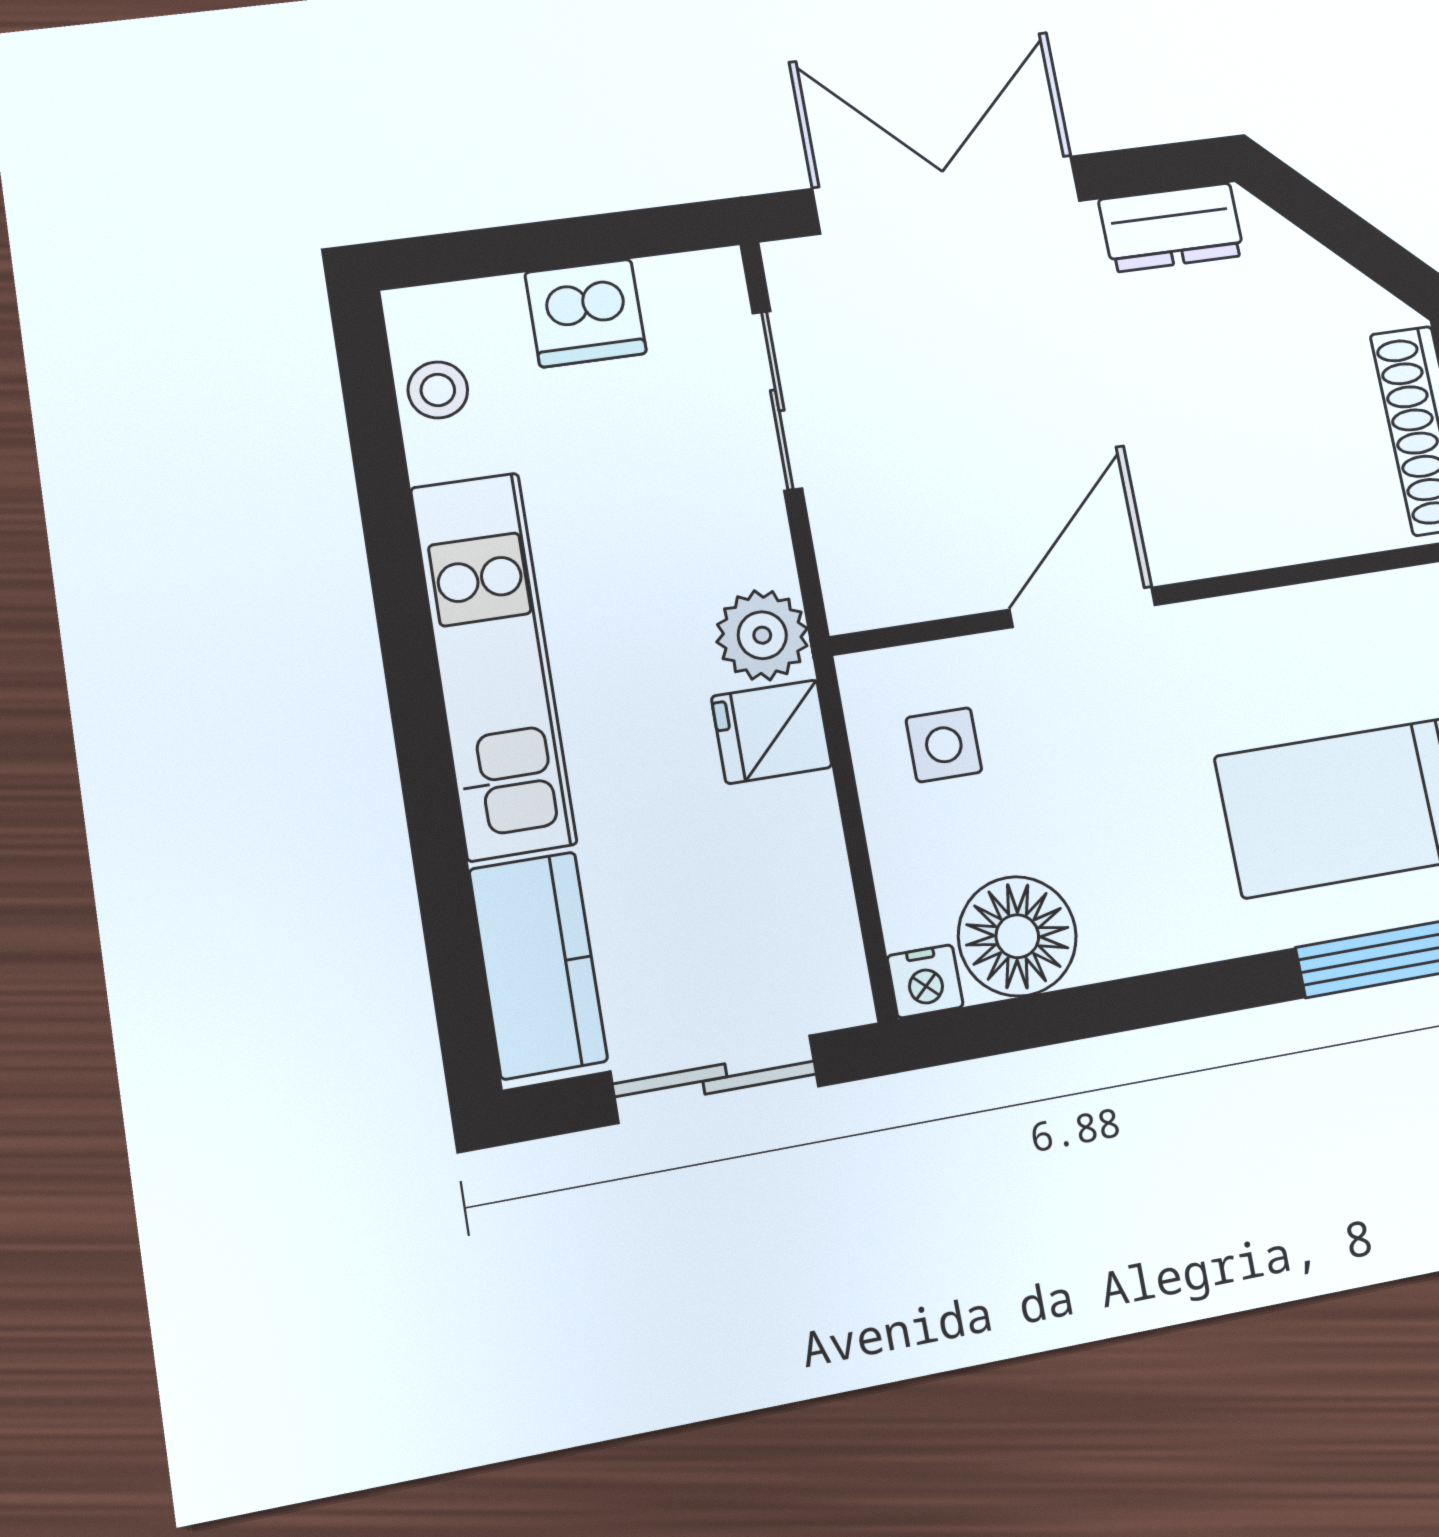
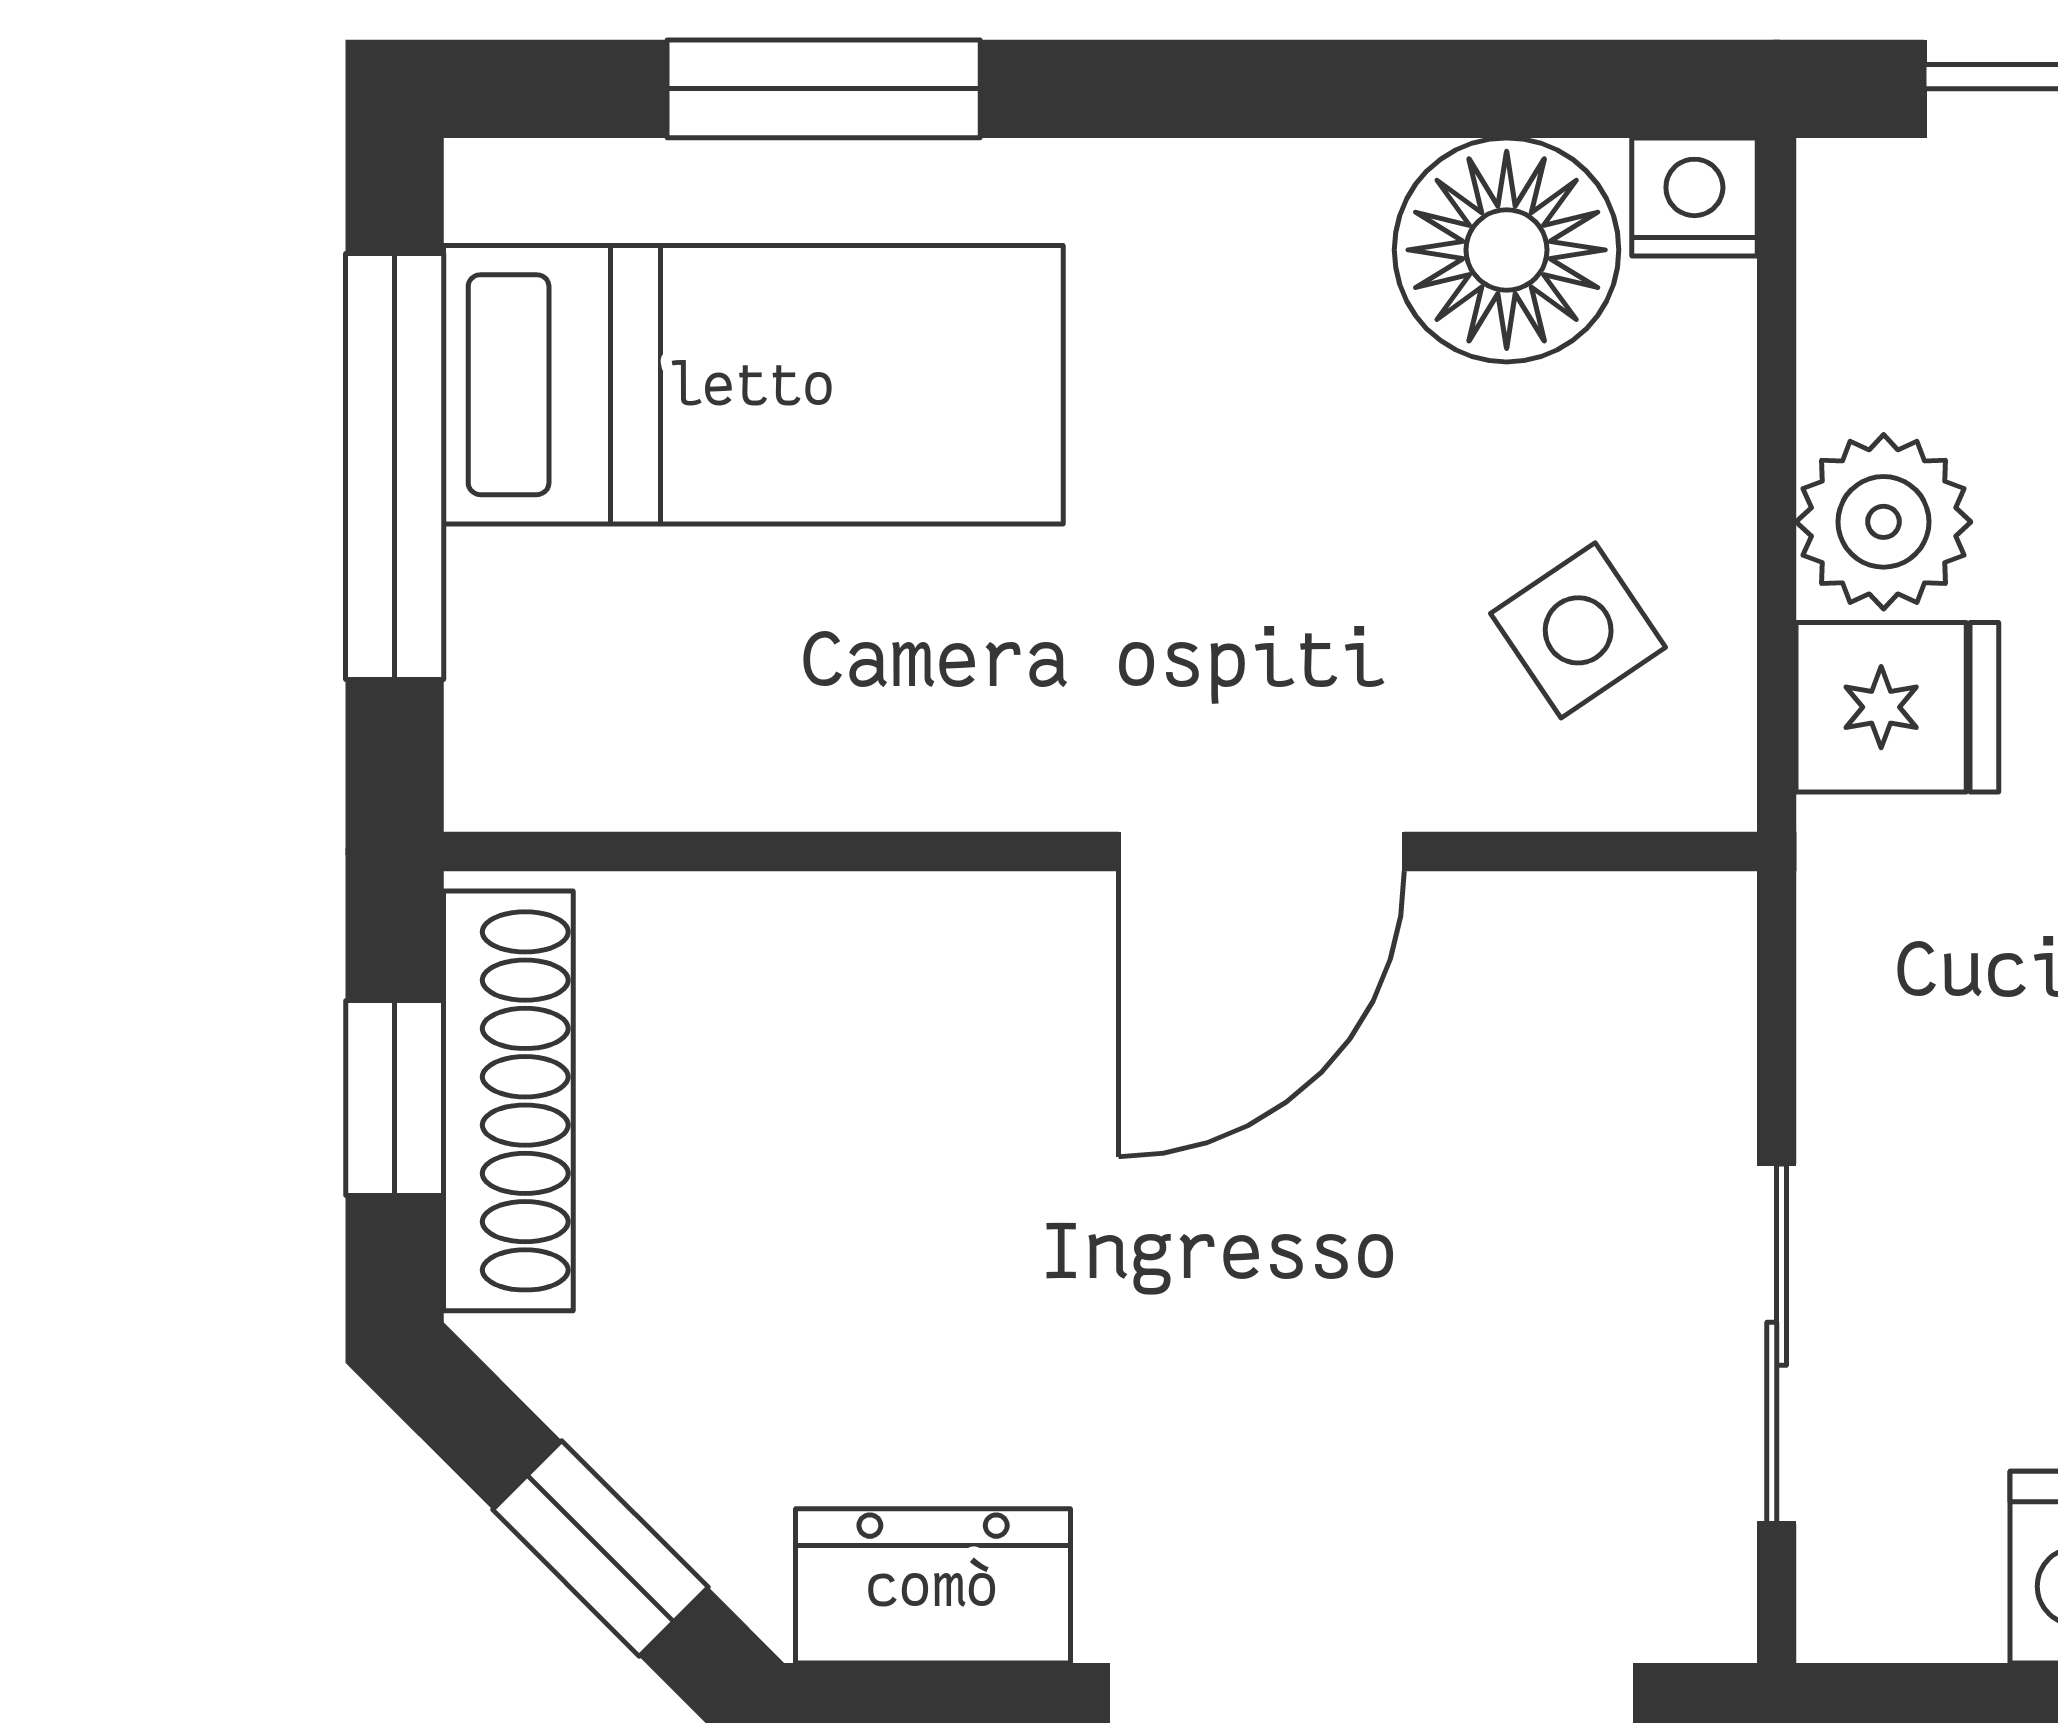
window: (1333, 225) -> (600, 1548), added
plant: (762, 635) -> (1884, 522), moved
side table: (944, 745) -> (1578, 630), turned -34

